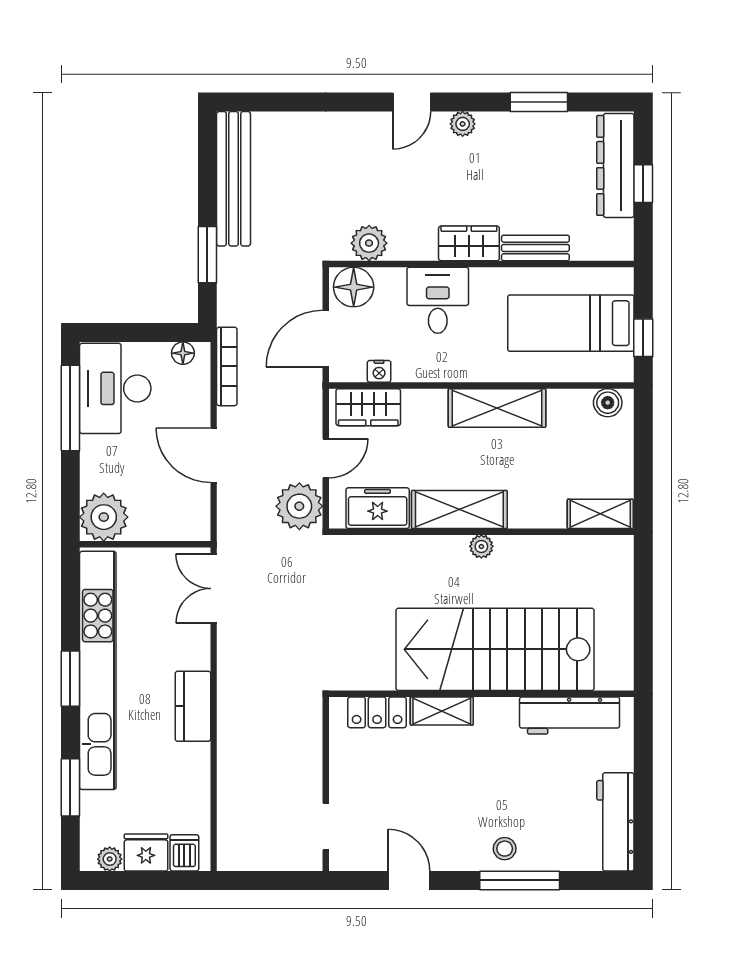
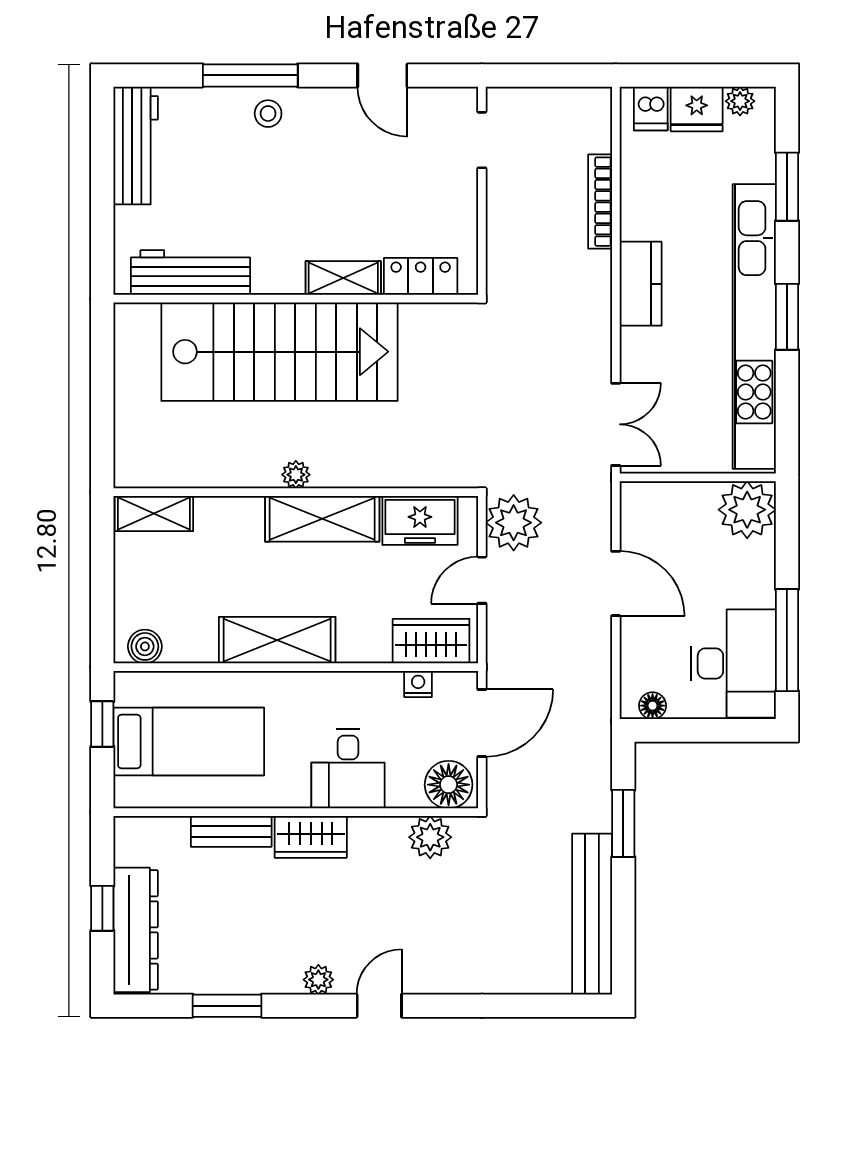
bookcase: (227, 366) -> (600, 202), moved

